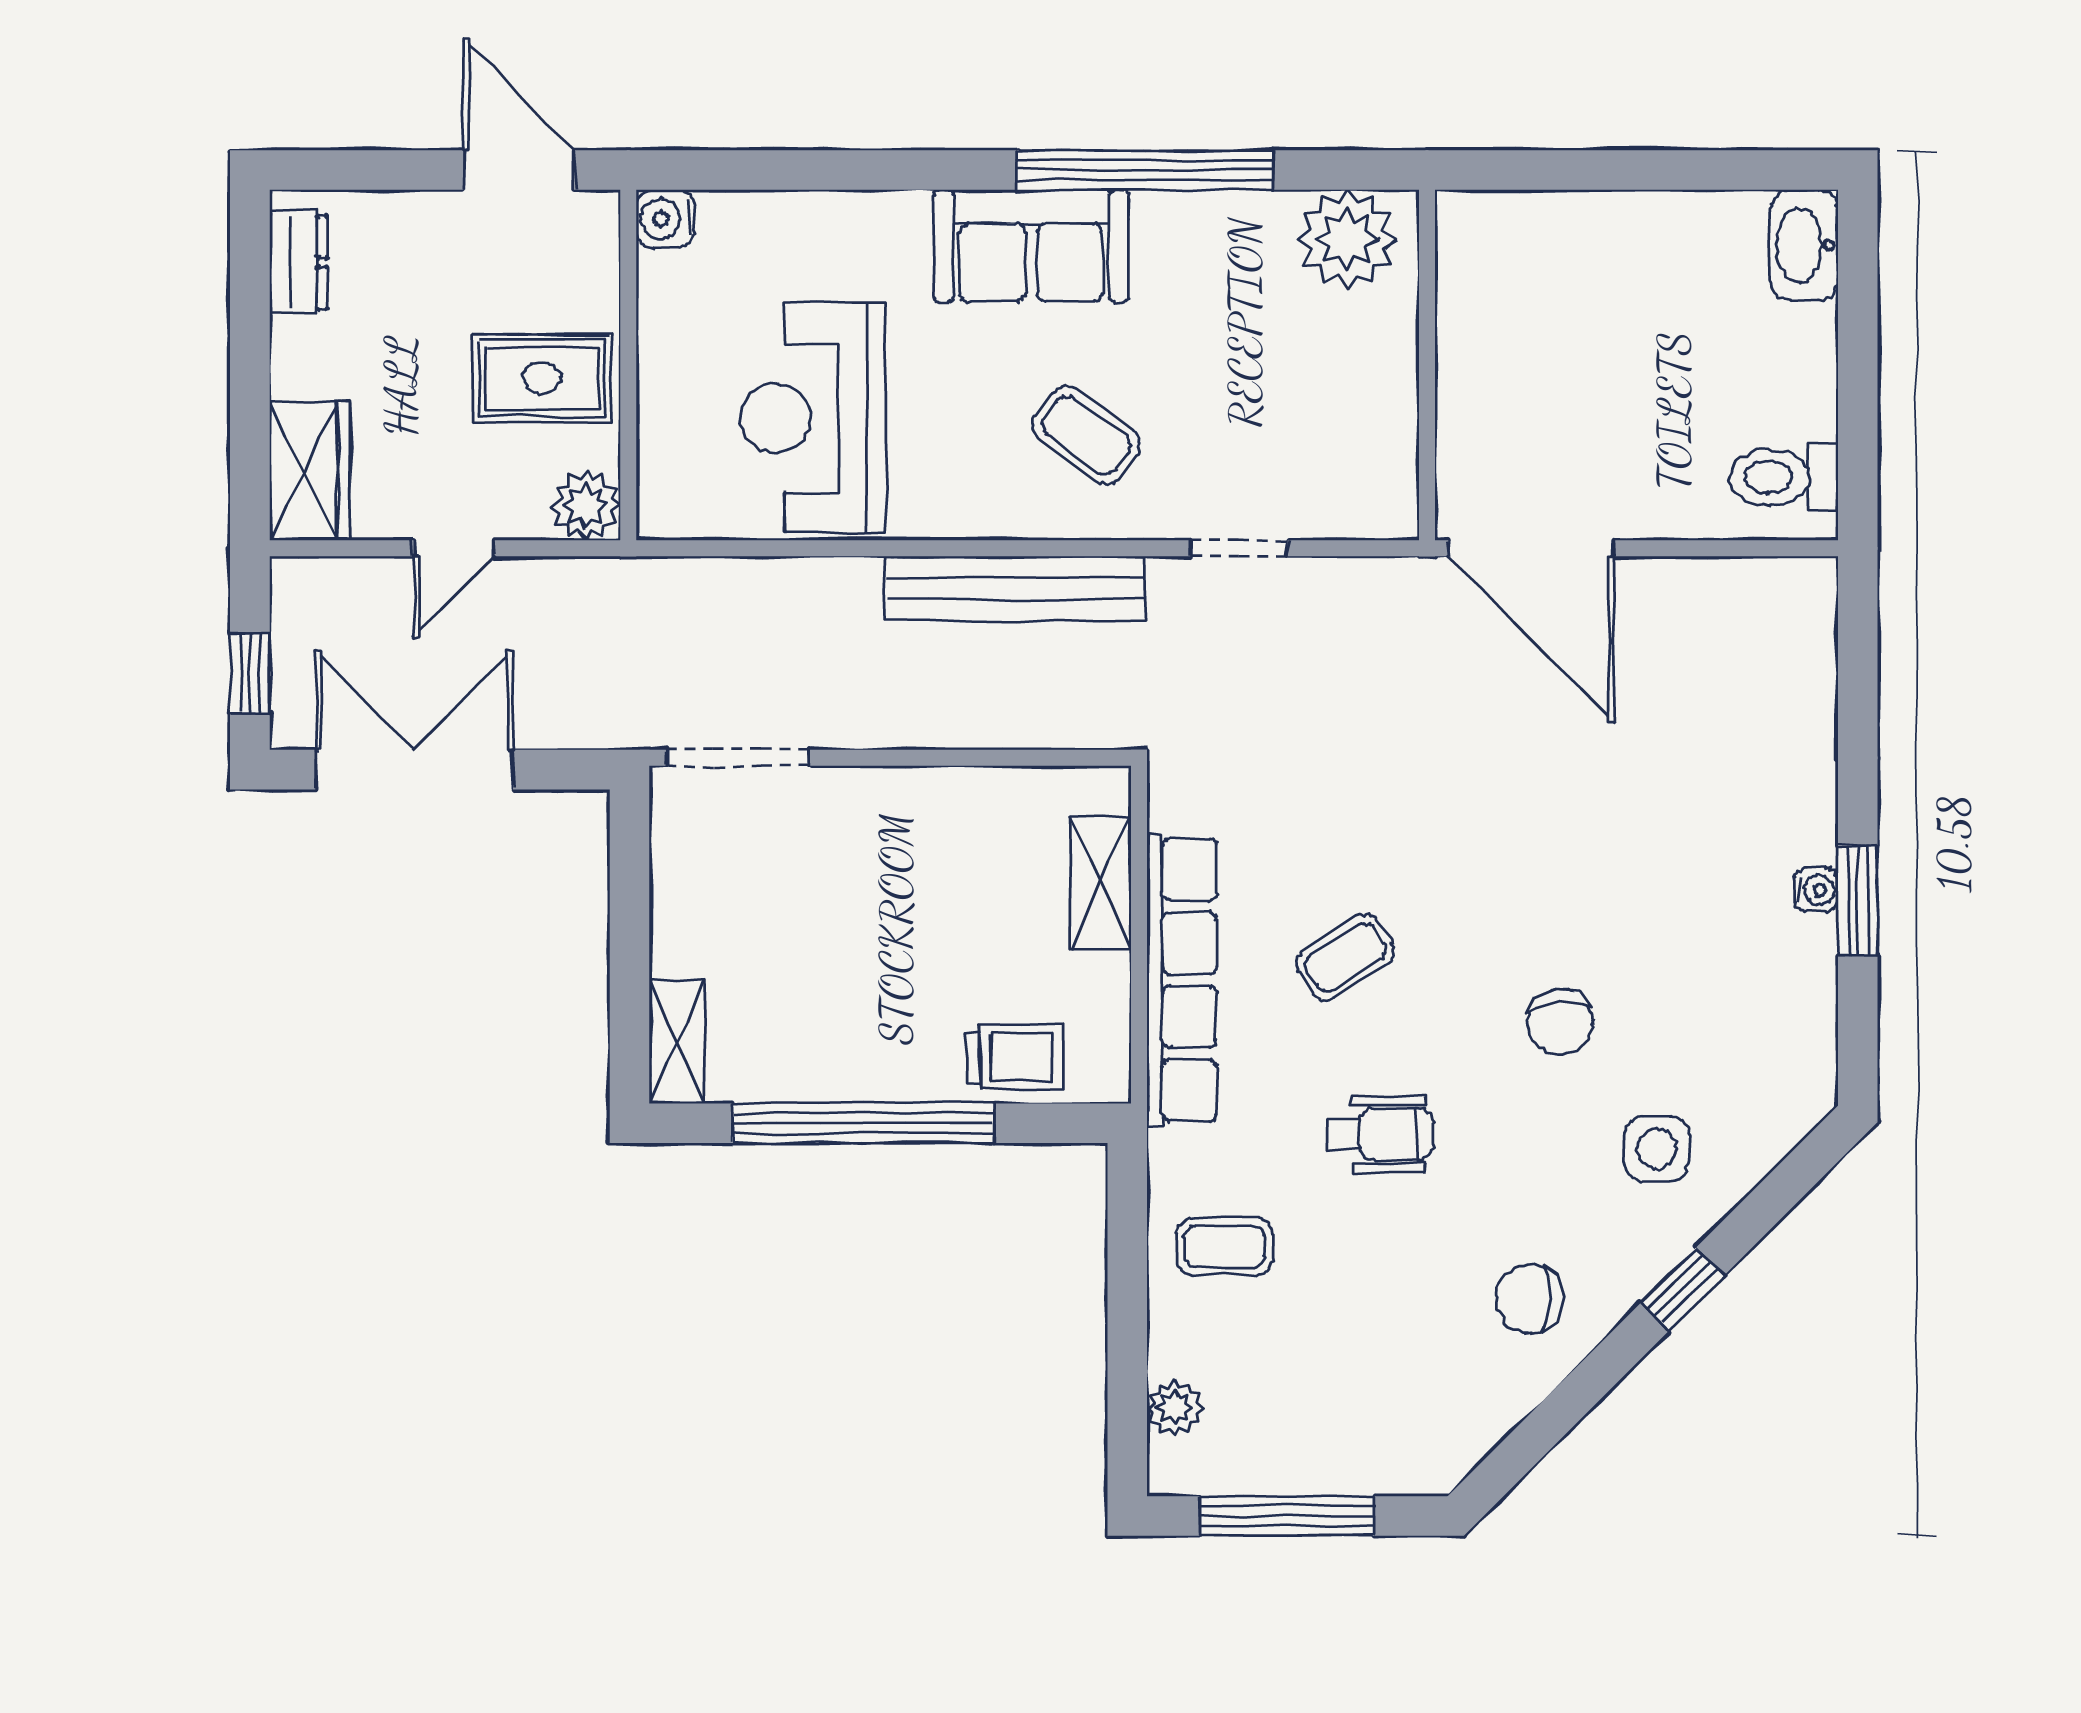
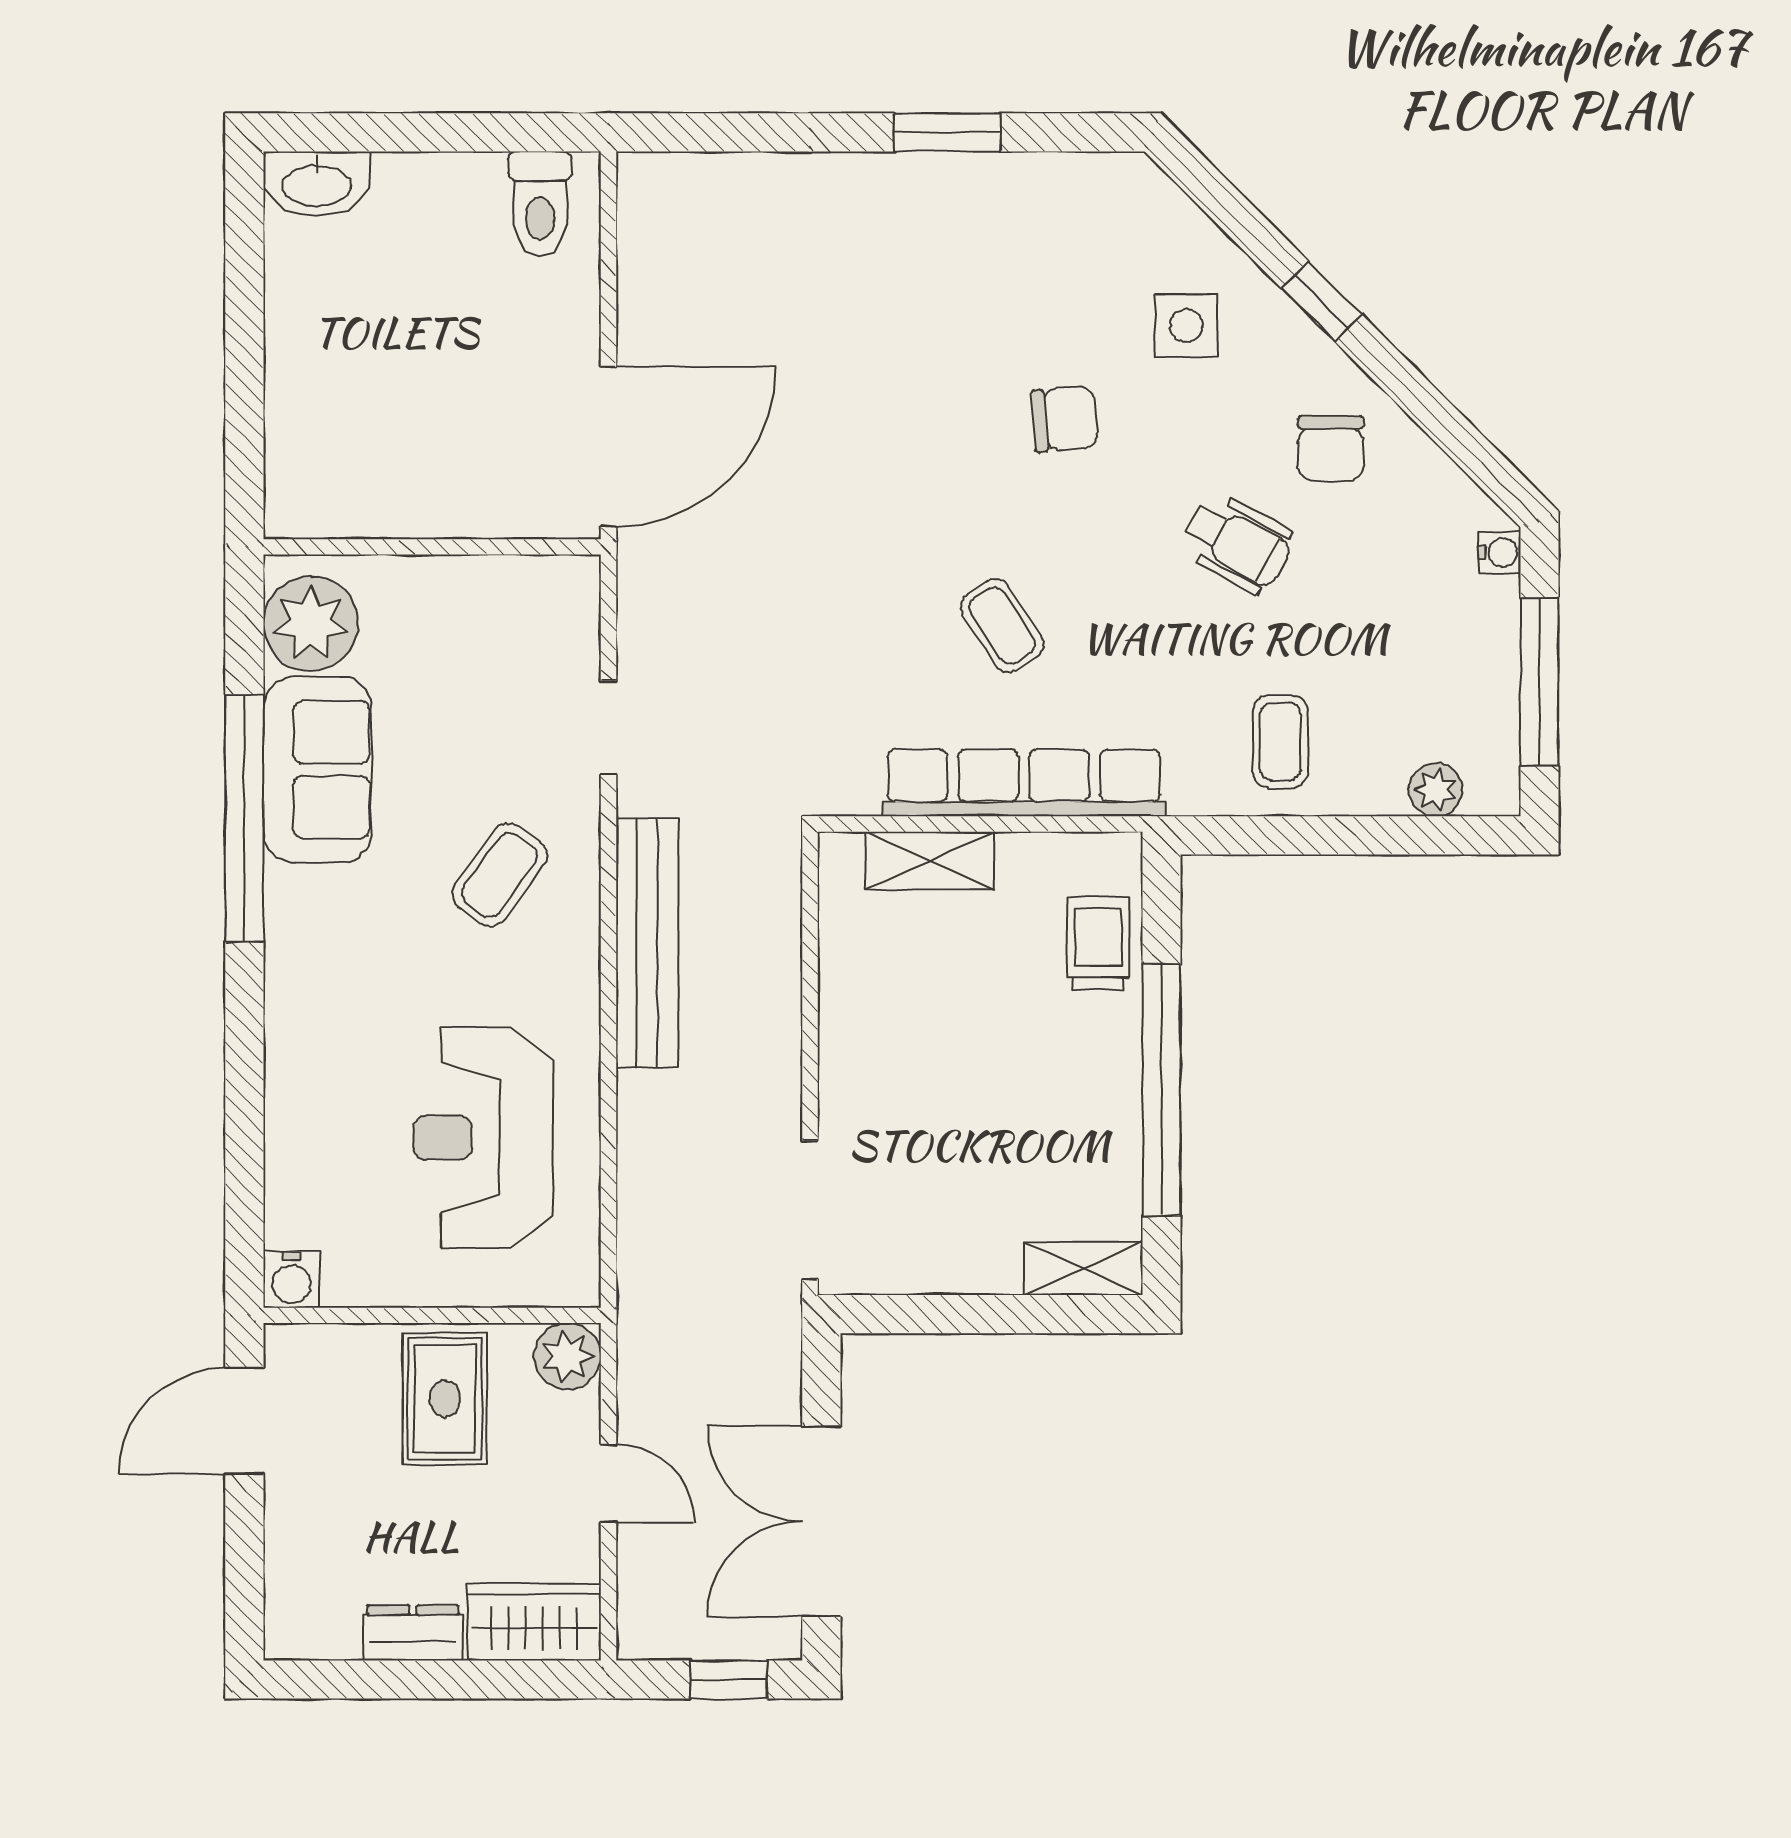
sofa: (1031, 246) -> (317, 770), moved
dresser: (298, 262) -> (413, 1633), moved
reception desk: (813, 418) -> (483, 1138), turned 90
water cooler: (1816, 890) -> (1499, 553), moved, turned 90
wheelchair: (1381, 1134) -> (1237, 543), moved, turned 119

